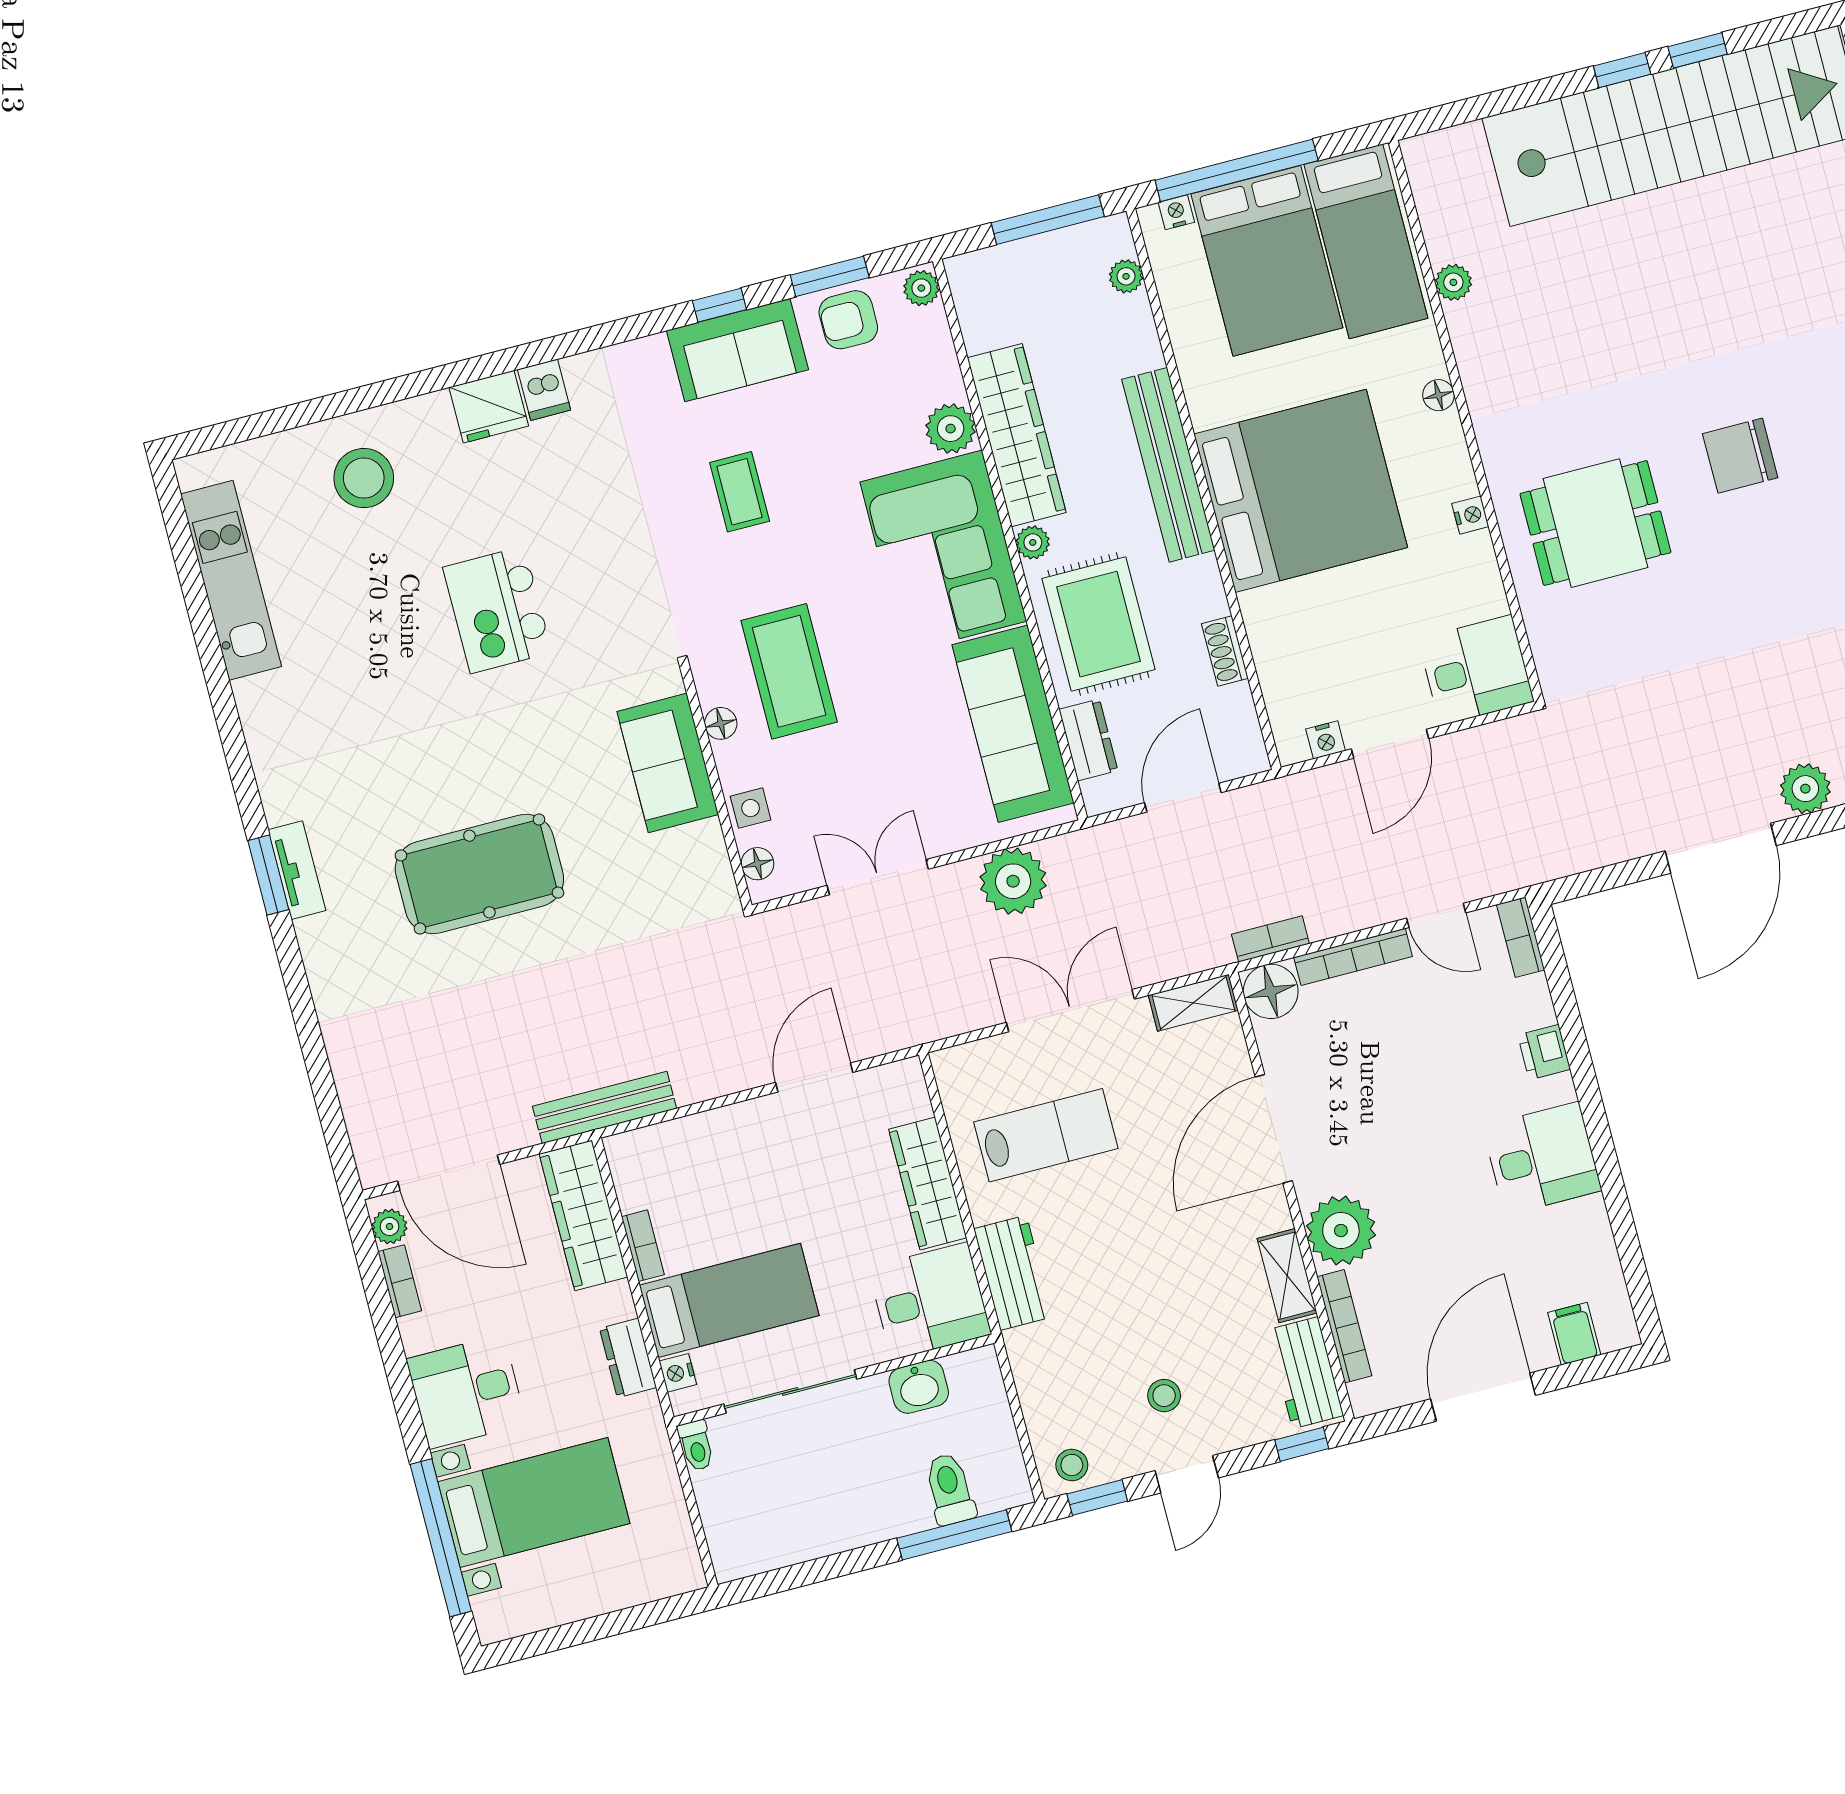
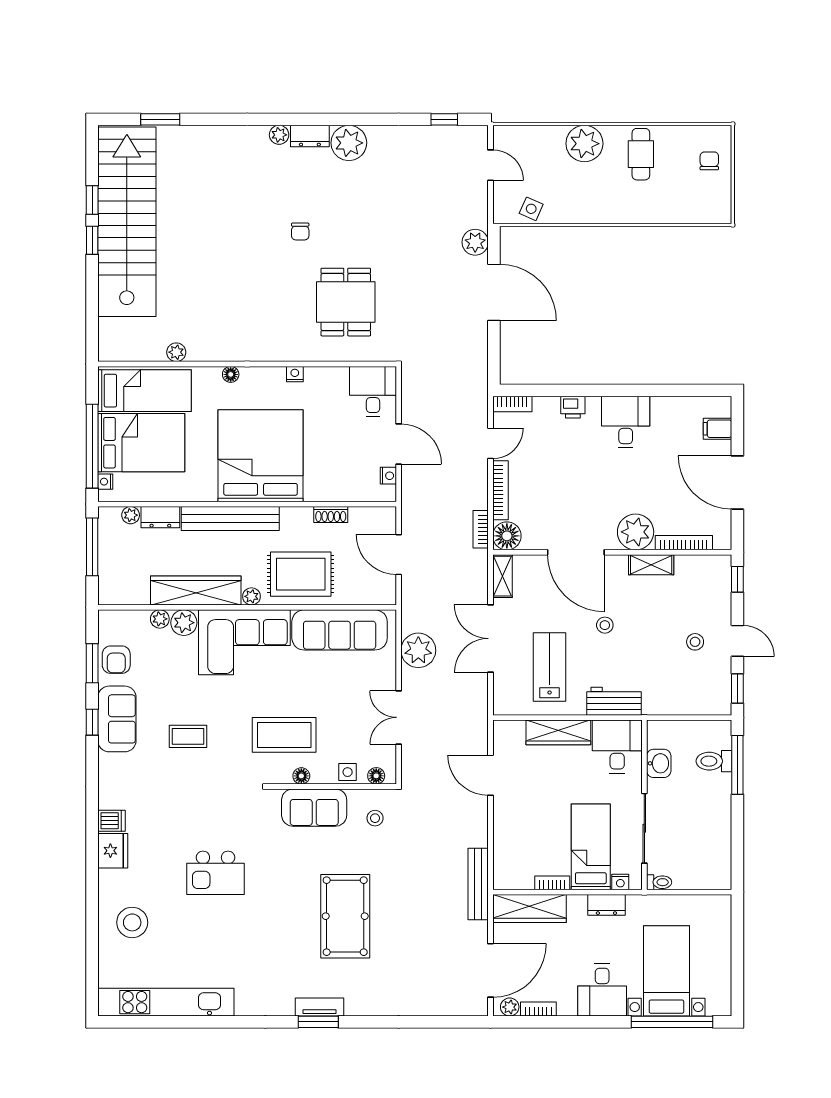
plant: (921, 288) -> (160, 619), moved
chair: (1740, 456) -> (300, 231), width x0.54, depth x0.54
dining table: (1595, 523) -> (346, 302), moved
kitchen unit: (231, 580) -> (166, 1002), width x1.36
dresser: (1088, 740) -> (160, 517), moved, turned 180
stool: (678, 882) -> (375, 818), added
workbench: (1305, 1373) -> (702, 568), removed
stool: (1072, 1465) -> (605, 625), moved

